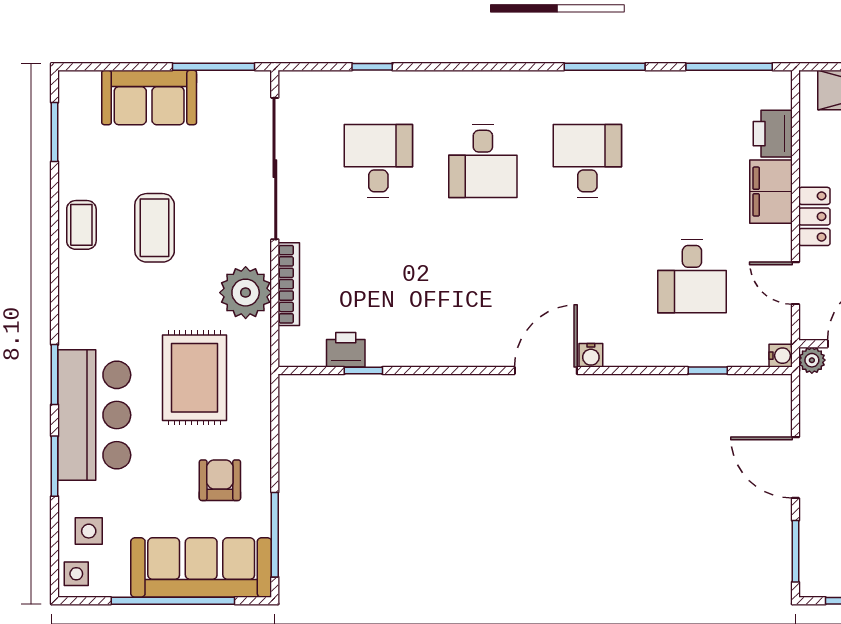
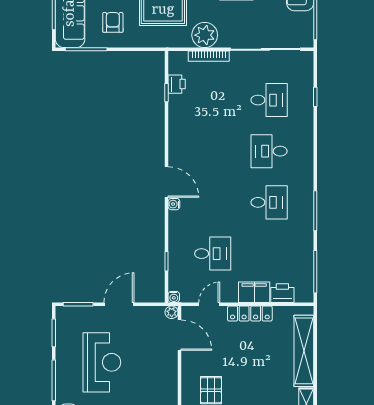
locker: (814, 216) -> (250, 313), width x1.53
desk: (692, 276) -> (213, 254), turned 180
armchair: (220, 480) -> (113, 22), turned -90

